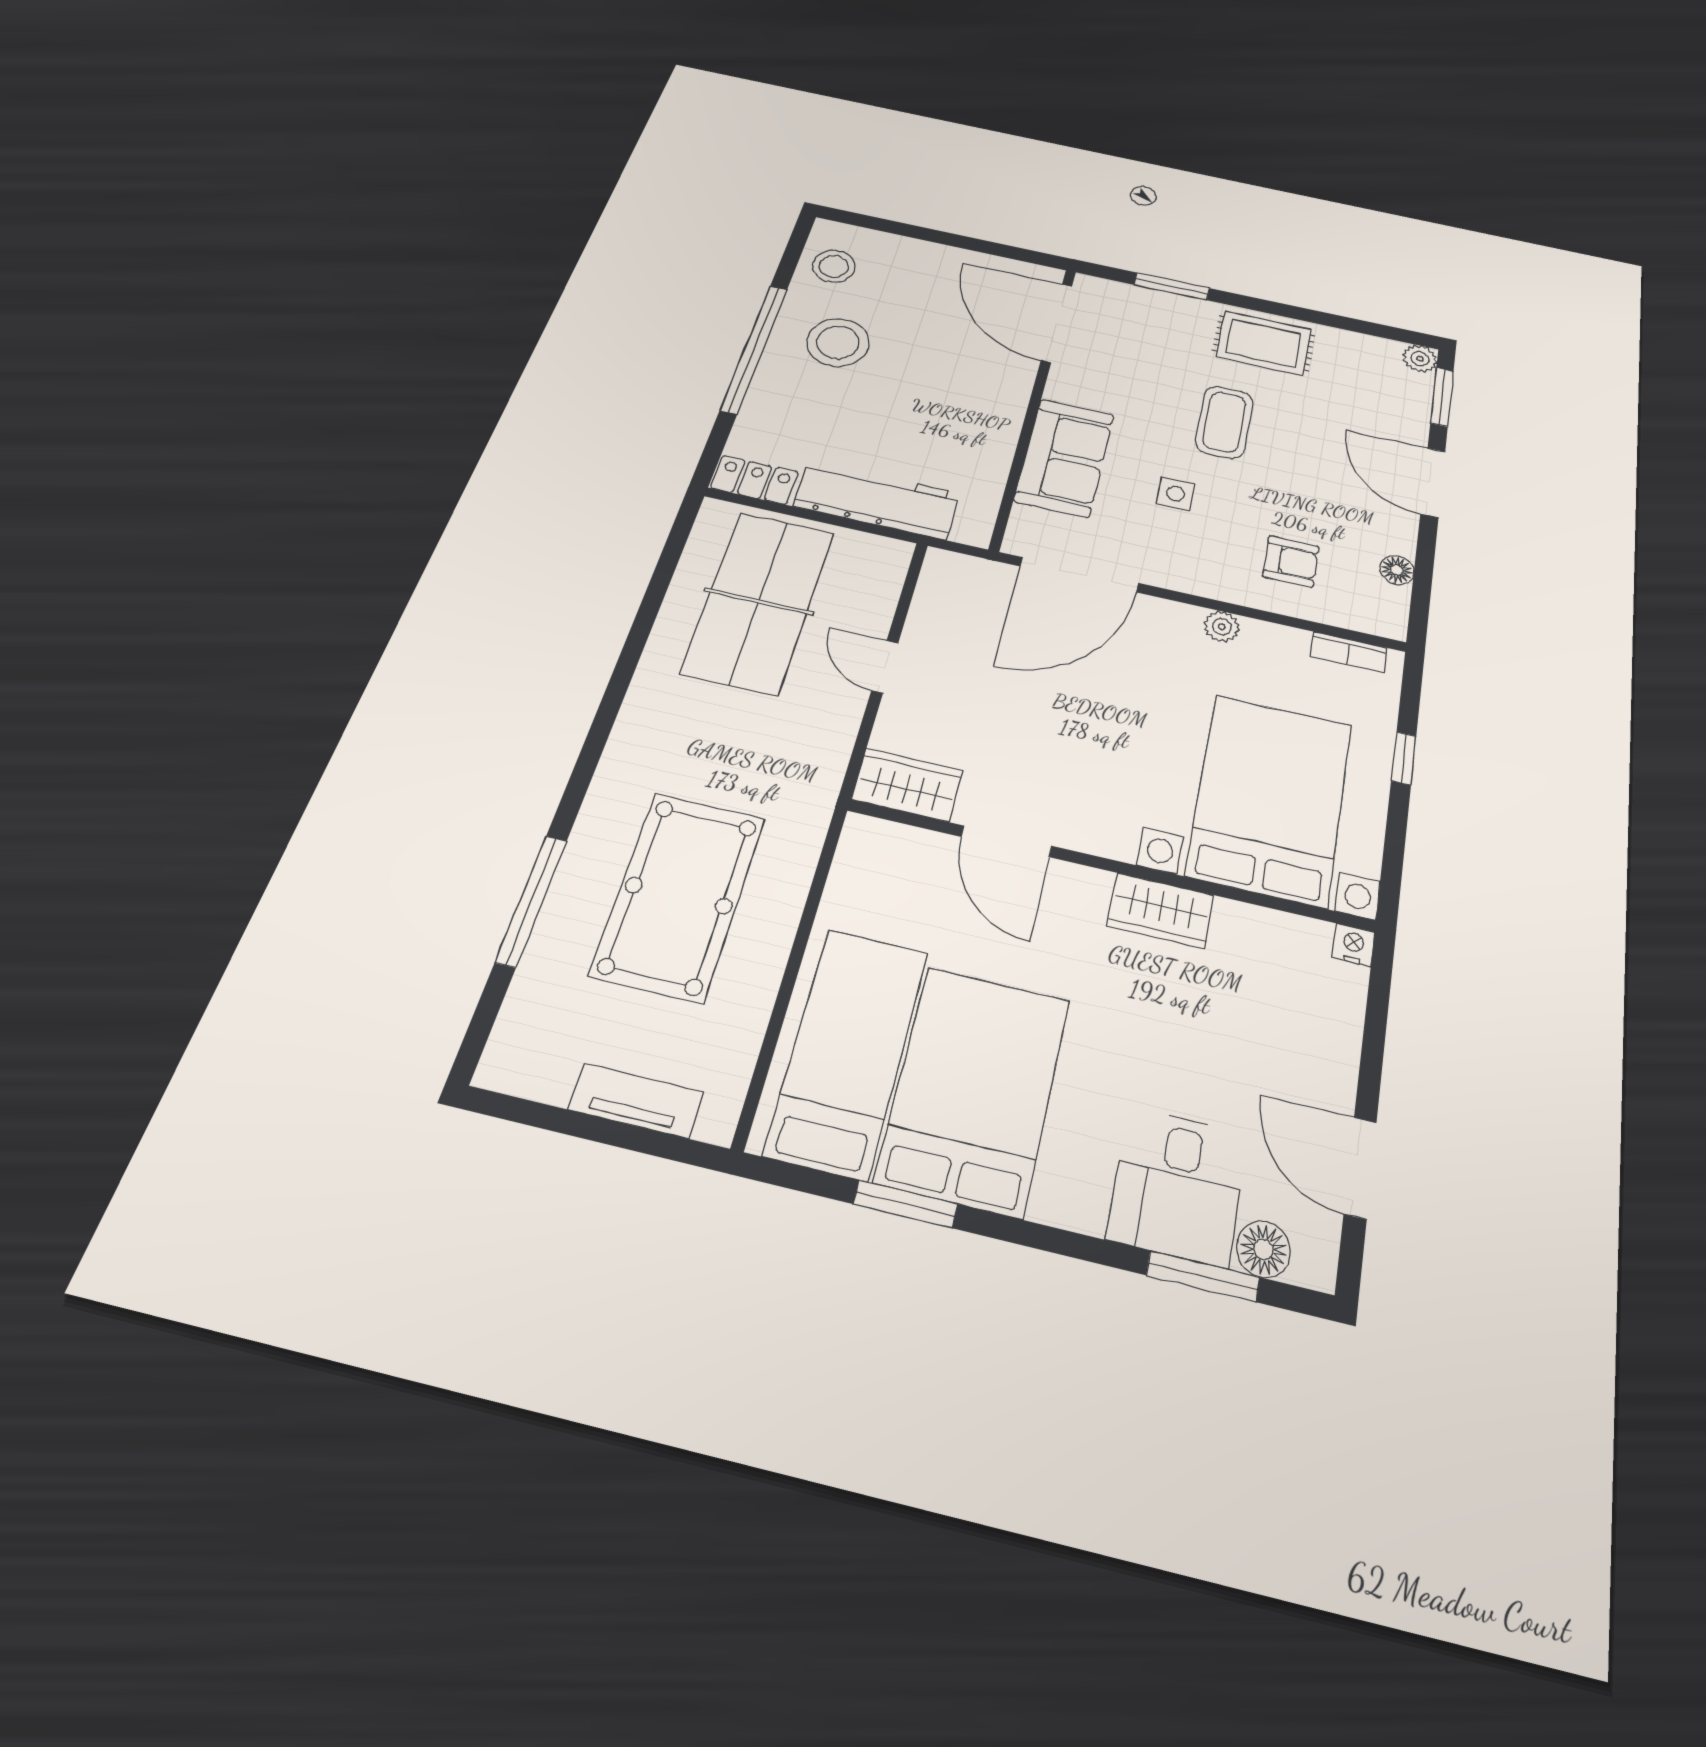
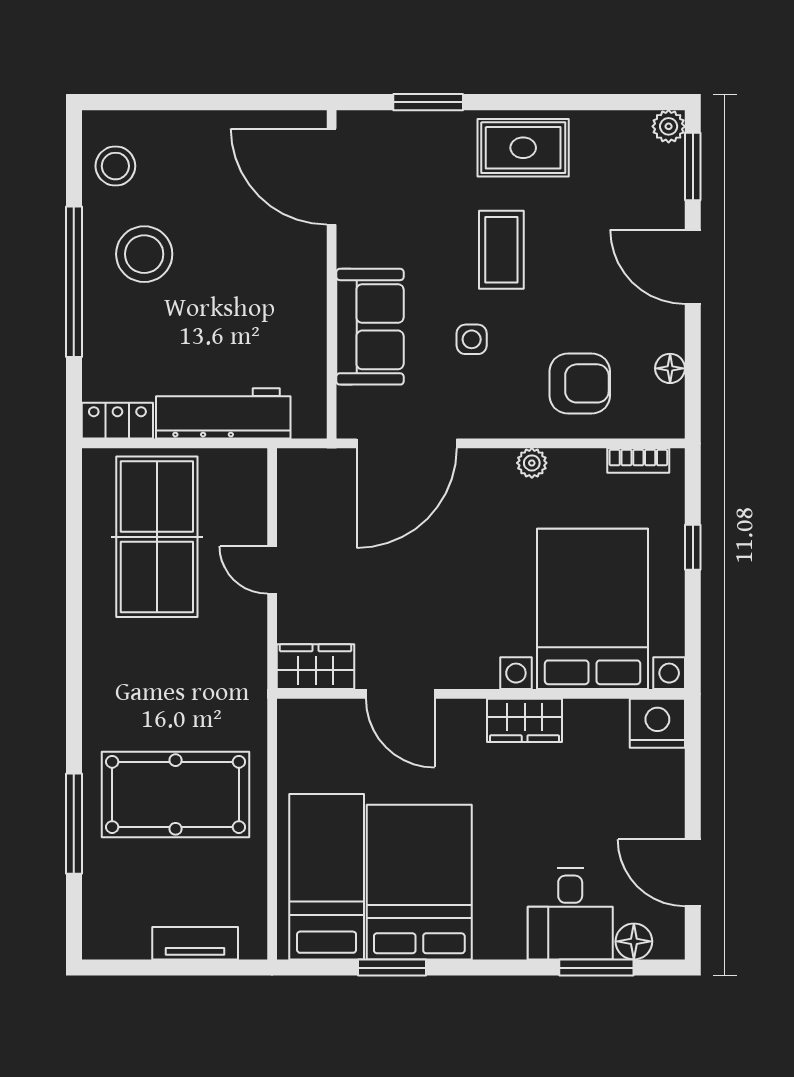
armchair: (1291, 561) -> (580, 383), width x1.38, depth x1.38
pool table: (679, 896) -> (176, 794), turned 90
nightstand: (1353, 945) -> (657, 723), width x1.89, depth x1.79

